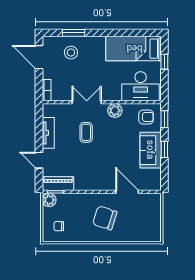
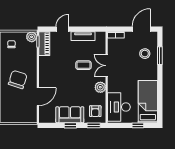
double door: (87, 102) -> (107, 66), swing flipped

